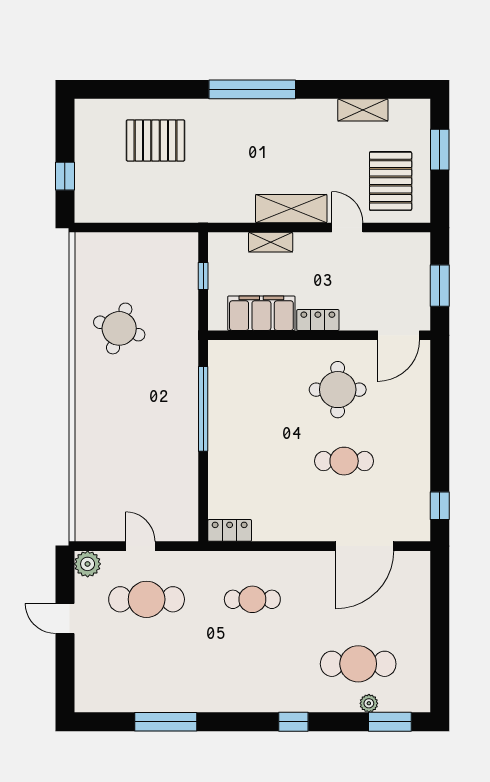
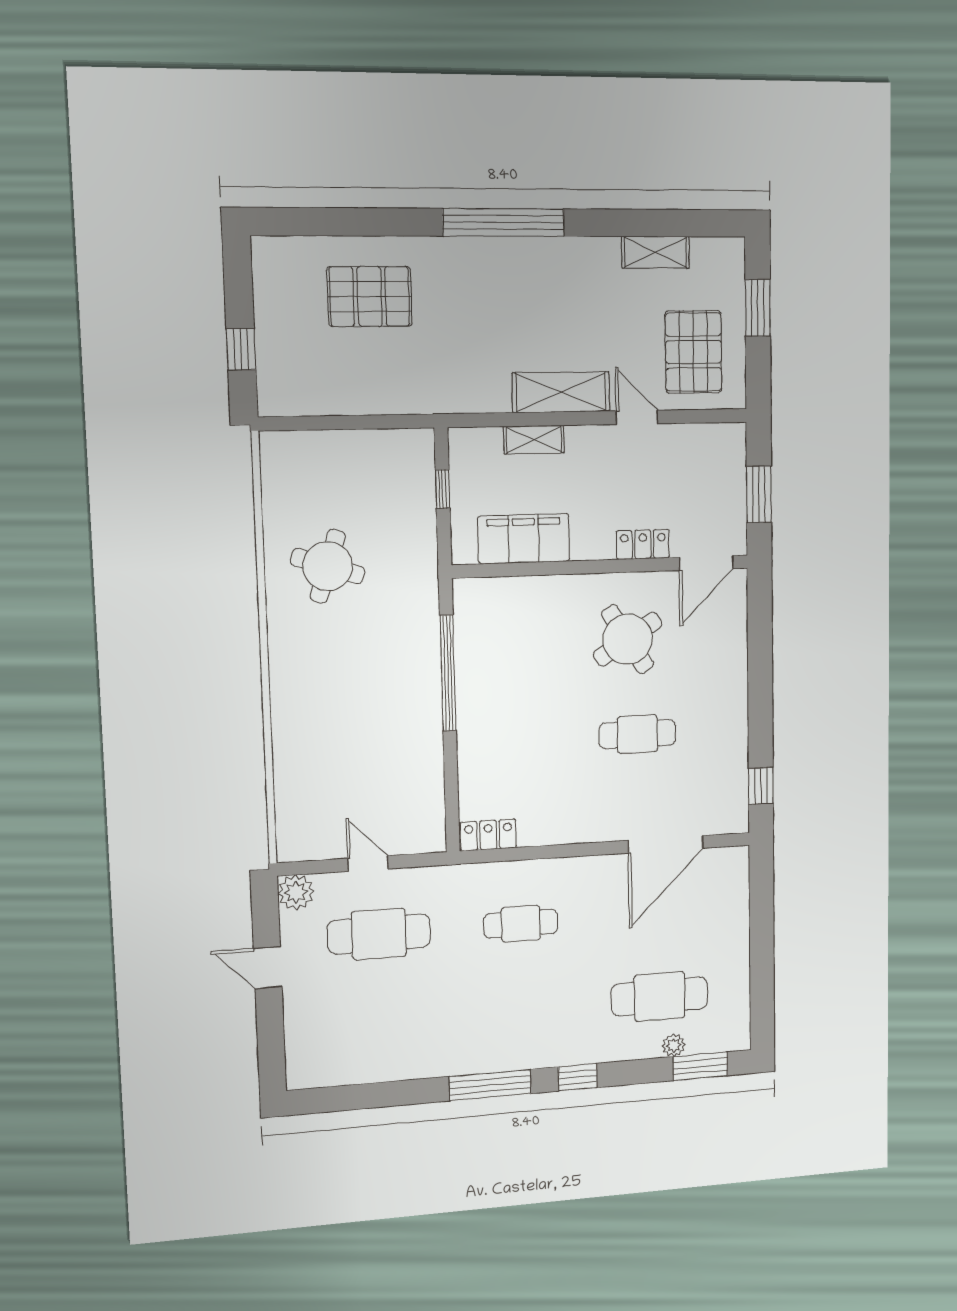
locker: (318, 320) -> (643, 544), moved
round table: (338, 390) -> (628, 639), turned -32
window: (166, 722) -> (490, 1085), moved

